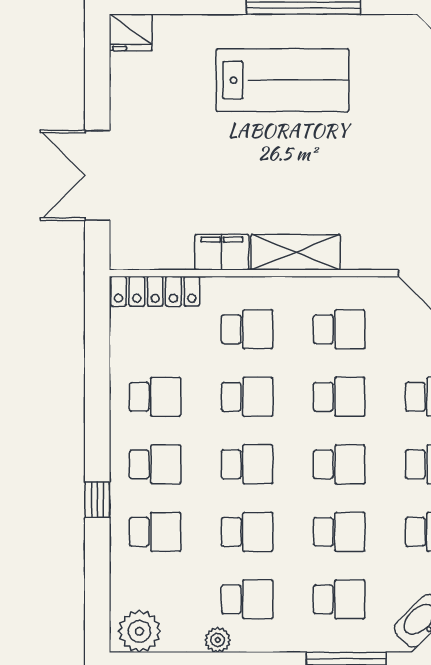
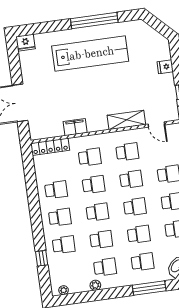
lab bench: (283, 80) -> (90, 54), width x1.36
shelving: (296, 252) -> (126, 120), moved
window: (97, 500) -> (42, 258), moved
plant: (139, 631) -> (64, 290), width x0.53, depth x0.53

